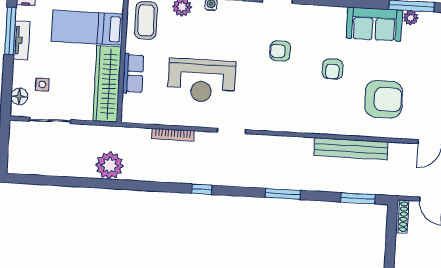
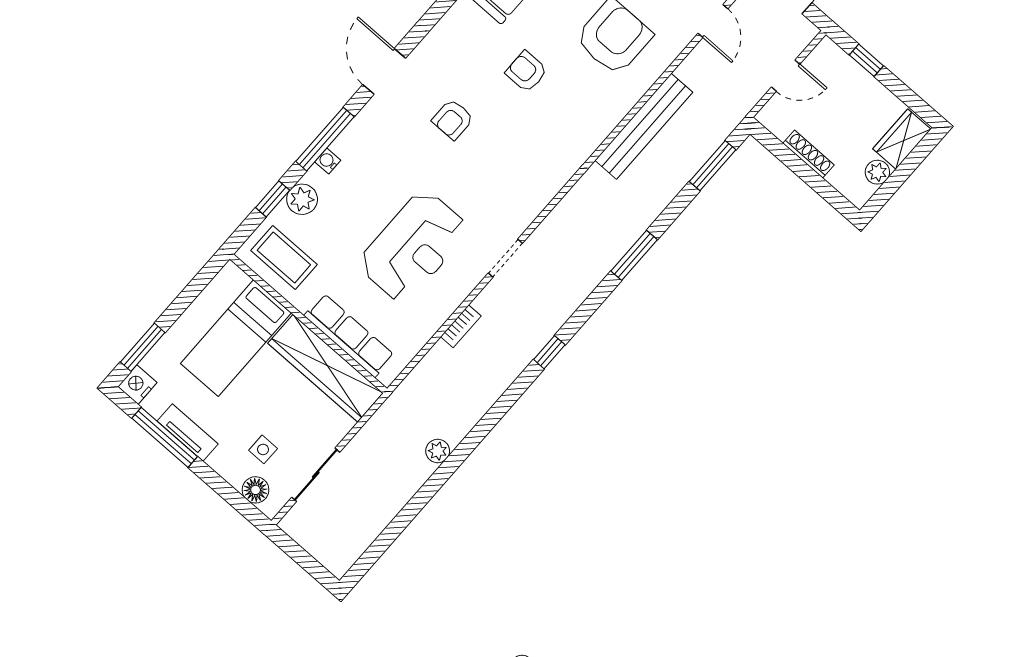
armchair: (333, 69) -> (526, 72), turned 180
row of seats: (133, 73) -> (349, 335), width x1.48
bookcase: (173, 135) -> (461, 326), width x0.64
plant: (110, 165) -> (438, 451), width x0.53, depth x0.53
shoe rack: (402, 217) -> (809, 154), moved

